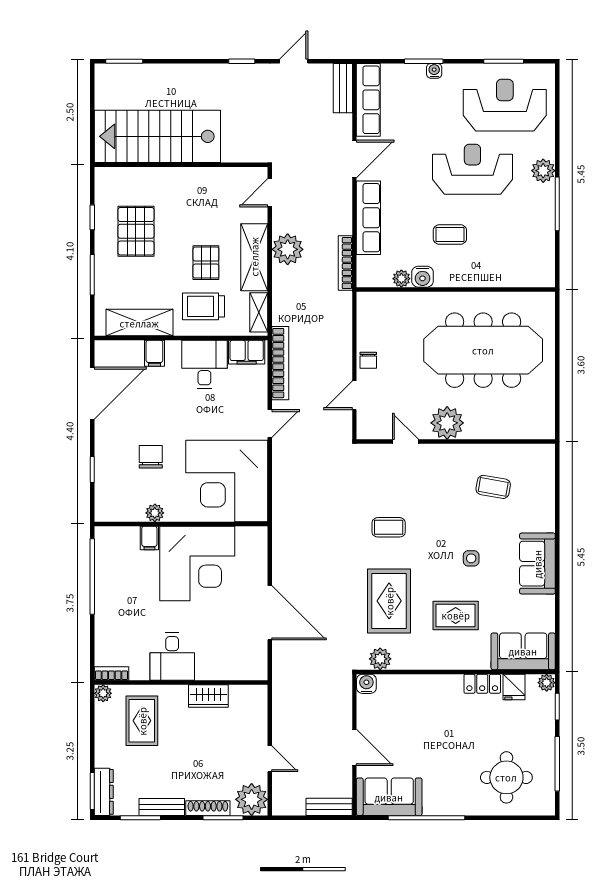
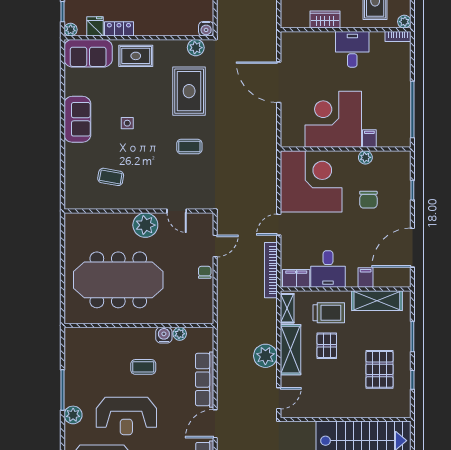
bookcase: (345, 263) -> (222, 345), removed
rug: (456, 615) -> (136, 56), moved

